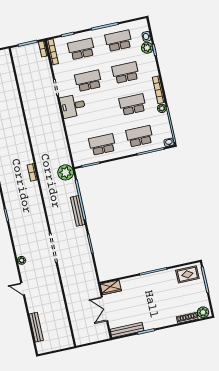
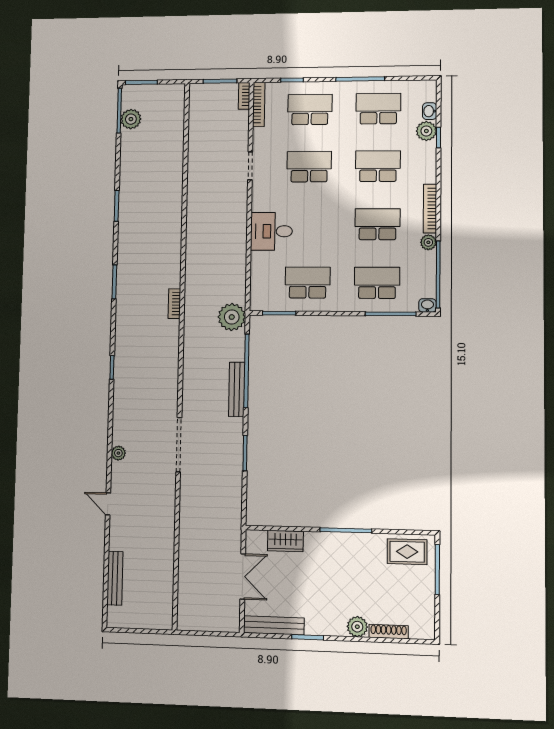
desk: (73, 106) -> (271, 231), moved
wardrobe: (111, 287) -> (285, 541), moved
double door: (105, 309) -> (243, 577), swing flipped
plant: (203, 312) -> (357, 627), moved

